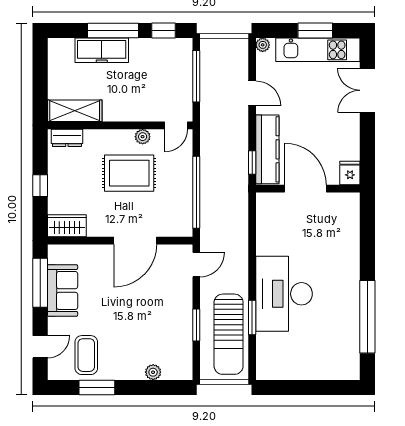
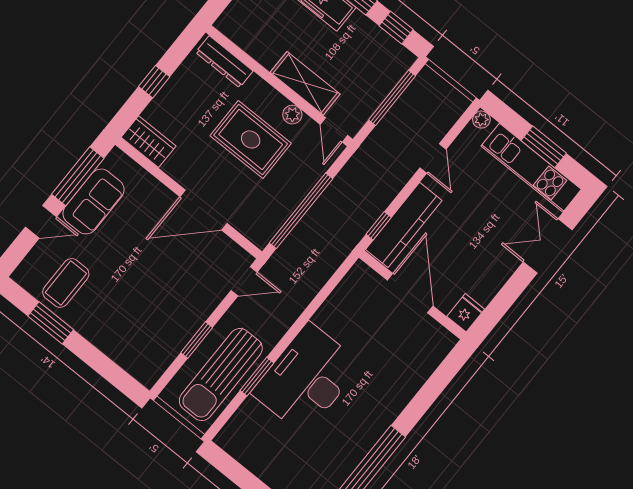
shelving: (75, 111) -> (305, 83), moved
door: (176, 125) -> (334, 130), hinge flipped
dresser: (67, 138) -> (224, 62), width x1.44
door: (40, 347) -> (41, 222), moved
plant: (153, 372) -> (117, 352), removed

